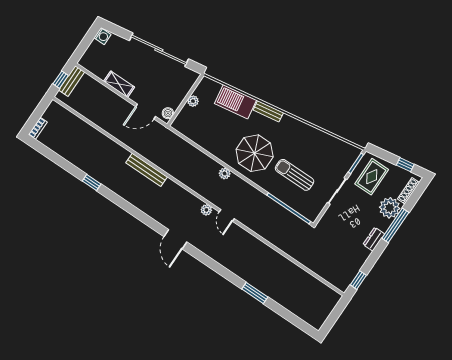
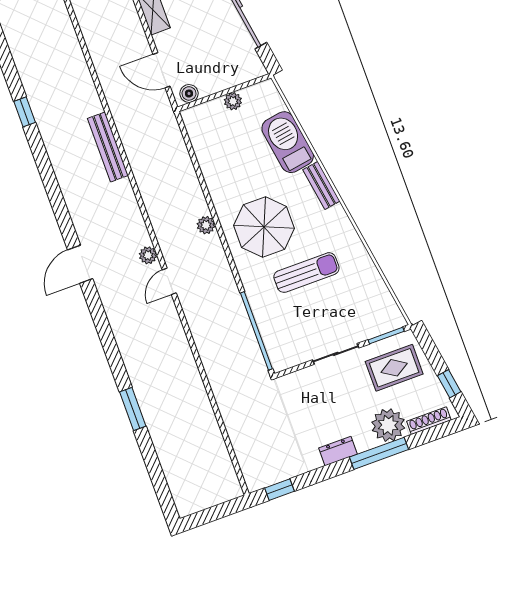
sun lounger: (295, 175) -> (306, 273), moved, turned 90

